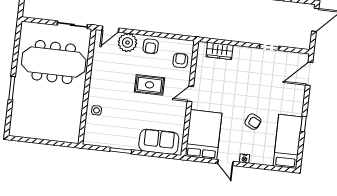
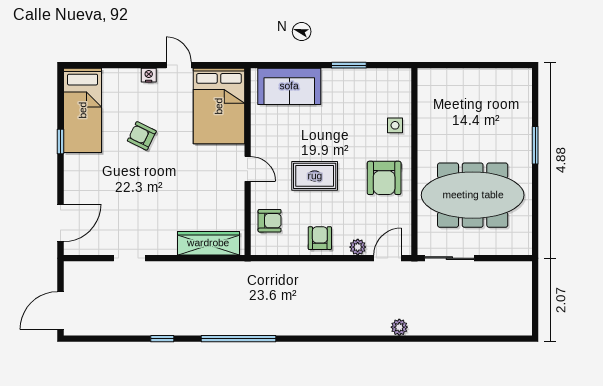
plant: (127, 43) -> (358, 247), width x0.53, depth x0.53
wardrobe: (220, 51) -> (208, 243), width x1.50
armchair: (180, 60) -> (270, 221), turned -90
armchair: (107, 79) -> (384, 178), added
door: (190, 94) -> (248, 169), hinge flipped

